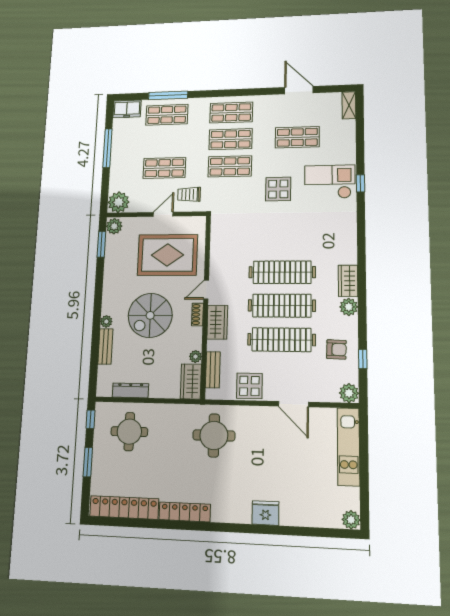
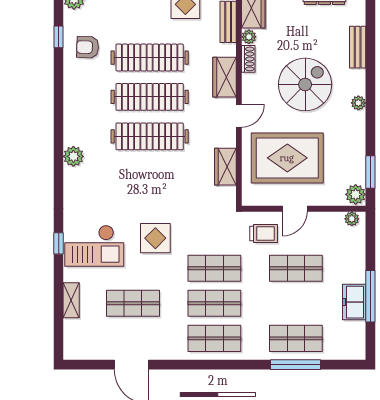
shelving: (349, 105) -> (71, 300), moved
freezer: (127, 109) -> (354, 302), moved, turned -90
plant: (119, 202) -> (352, 219), width x0.53, depth x0.53
wardrobe: (348, 281) -> (225, 167), moved, turned 180
plant: (349, 307) -> (73, 156), moved
shoe rack: (197, 315) -> (248, 59), moved
plant: (106, 321) -> (358, 103), moved

